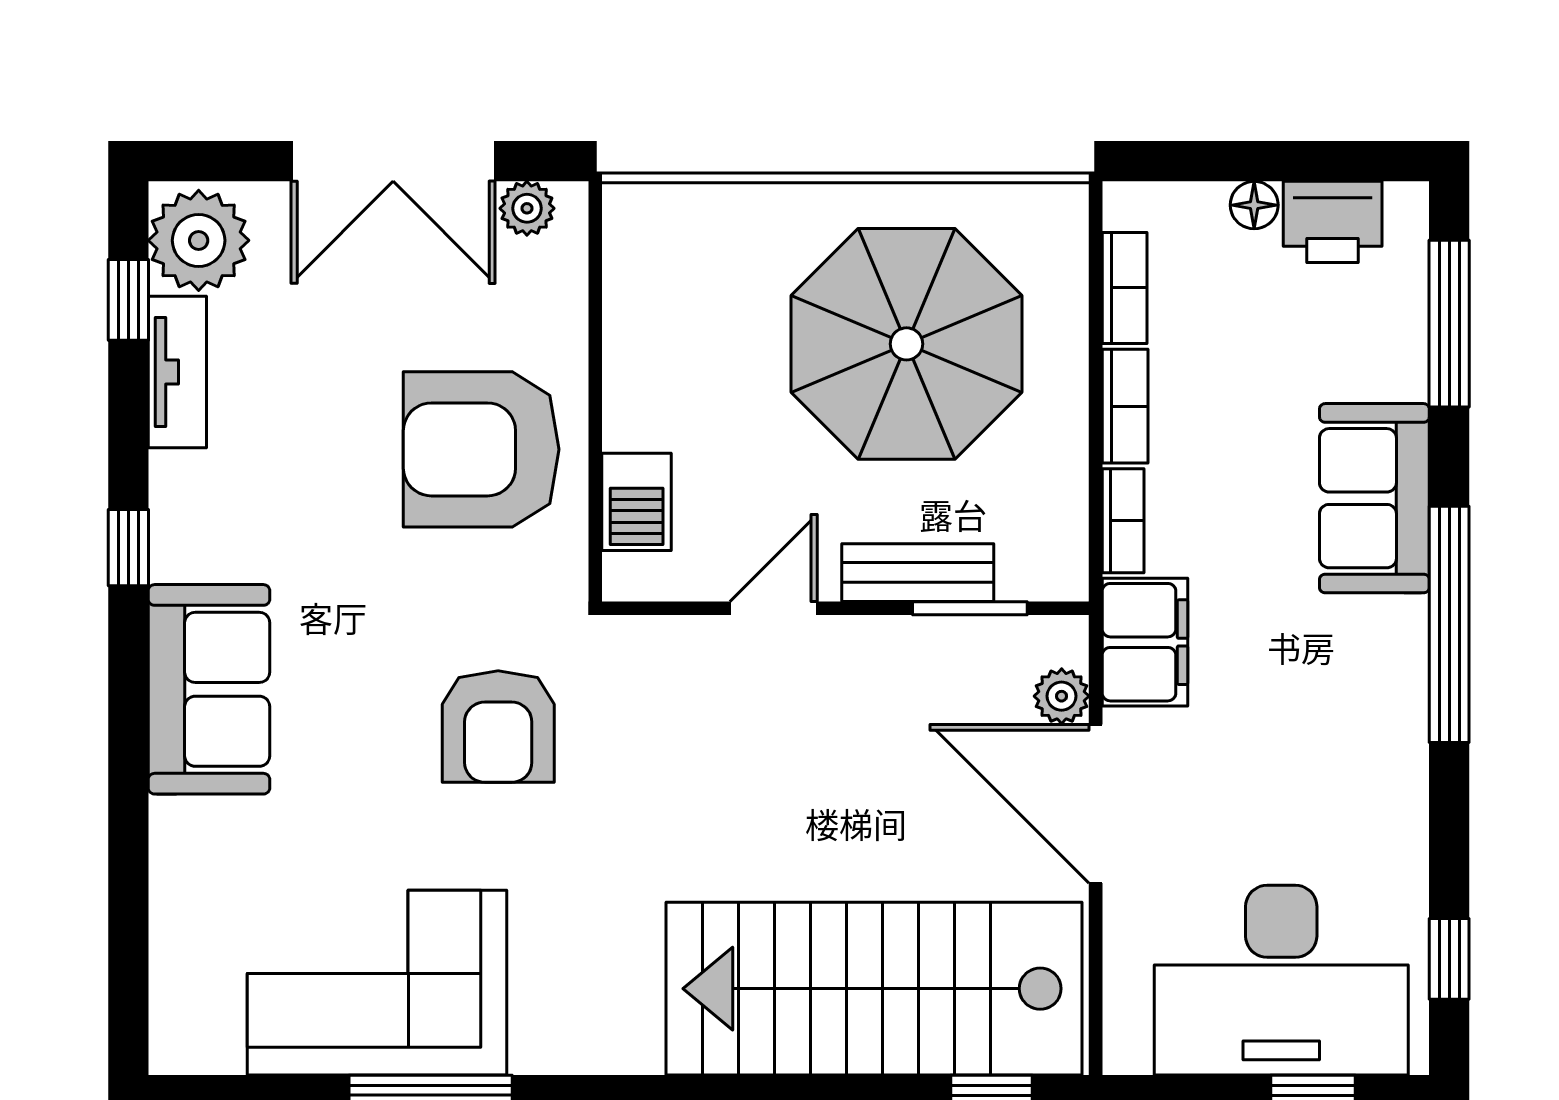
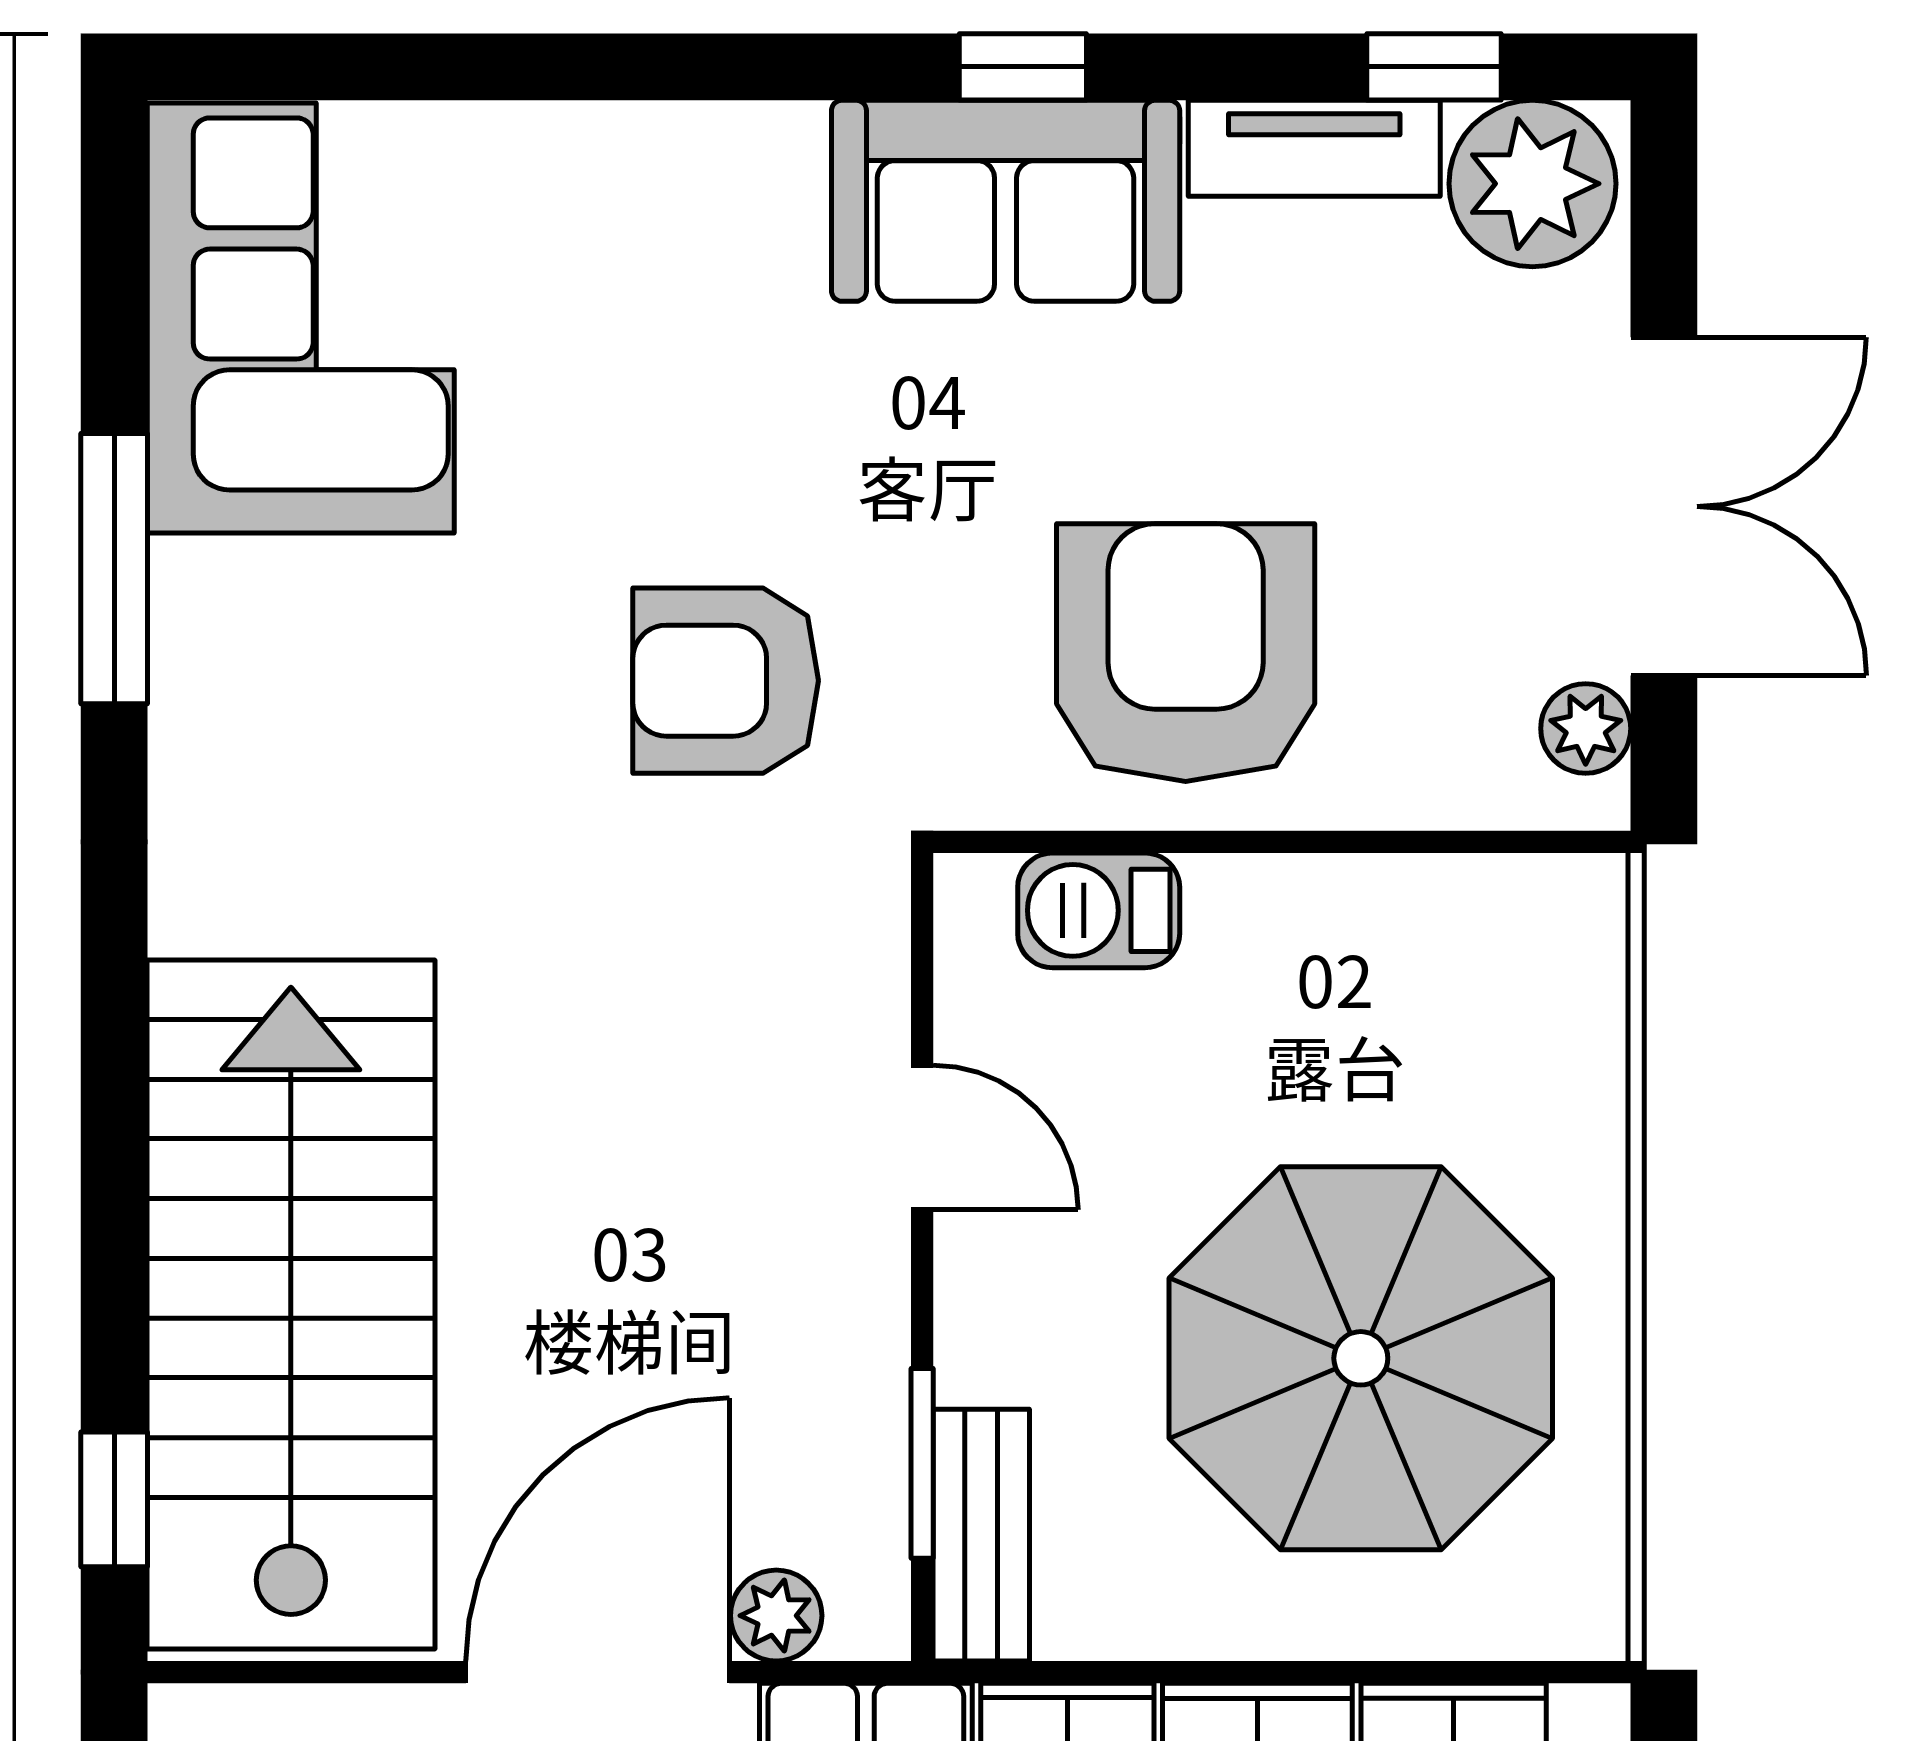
double door: (393, 161) -> (1664, 506), swing flipped
bench: (918, 573) -> (981, 1535), moved
sofa: (209, 689) -> (1006, 201), moved
corner sofa: (377, 983) -> (301, 318), moved

